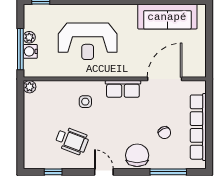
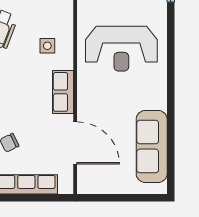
reception desk: (88, 41) -> (121, 49), turned -90

